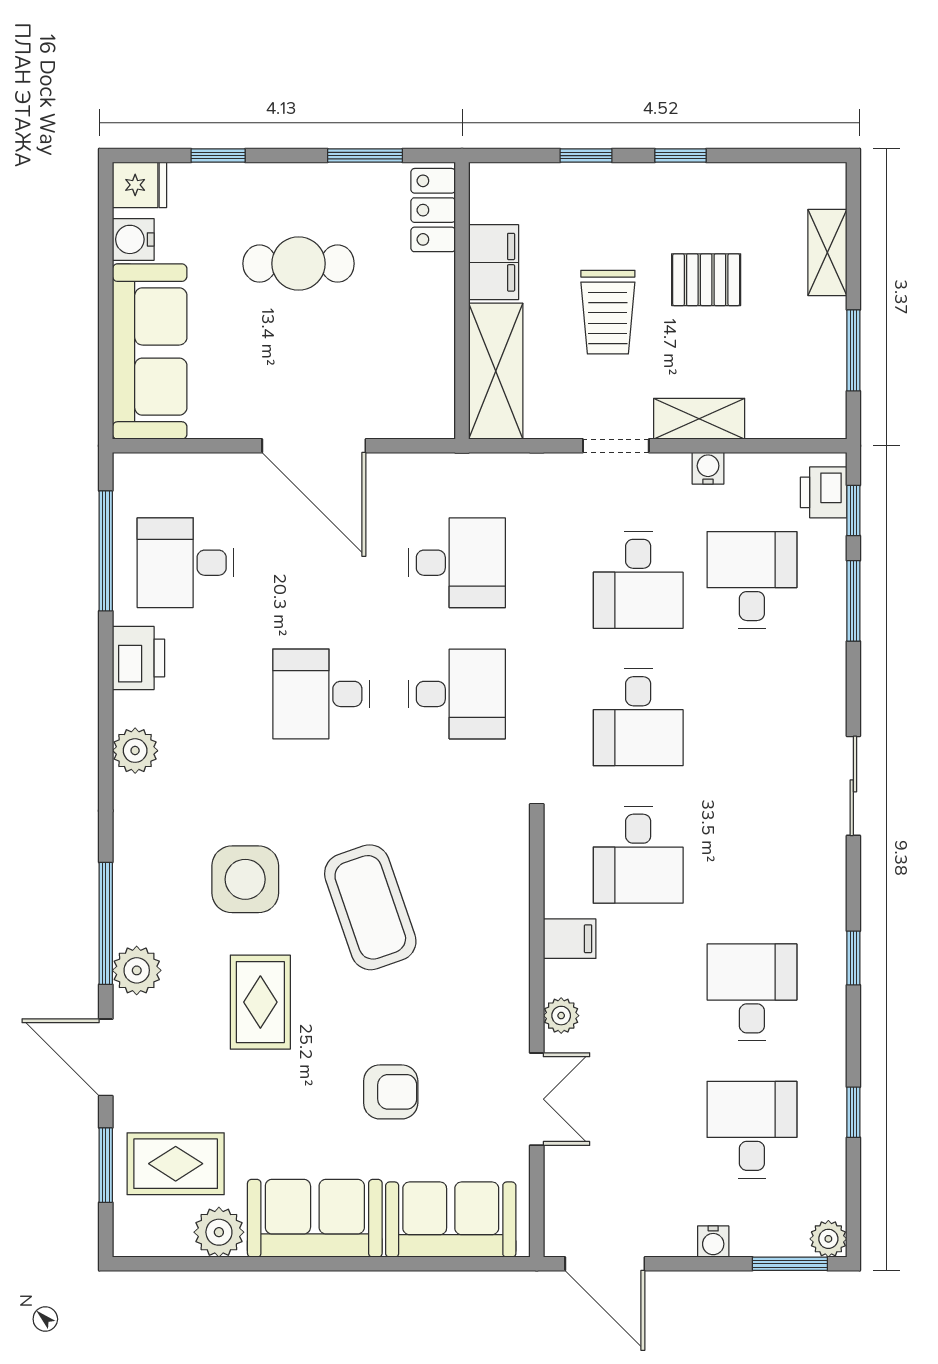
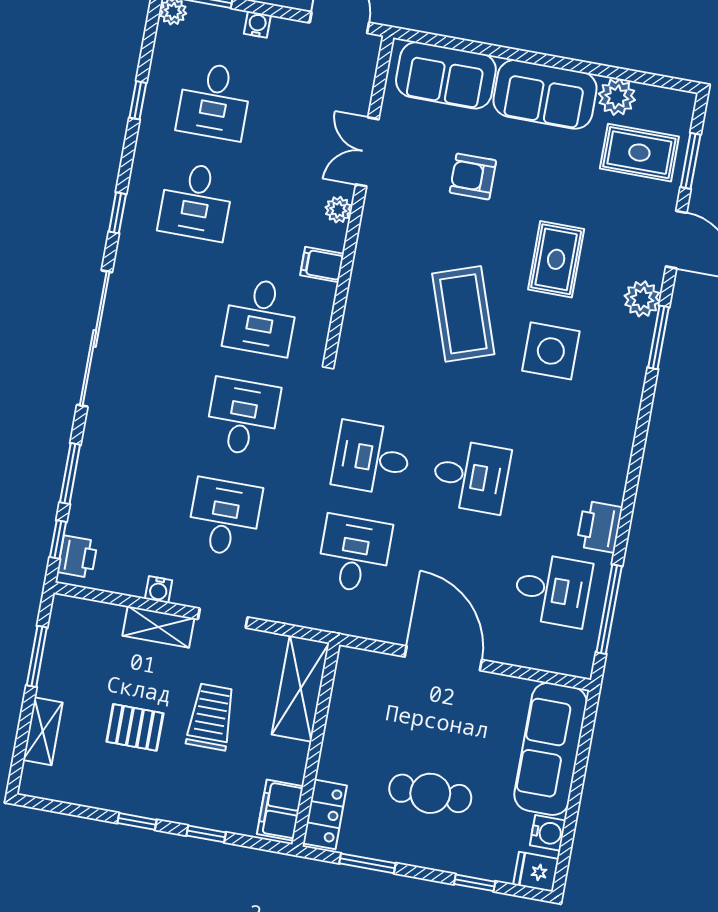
filing cabinet: (494, 262) -> (280, 810), moved
desk: (457, 563) -> (354, 554), turned 90
desk: (752, 580) -> (141, 502), removed
plant: (135, 751) -> (614, 460), removed
sliding door: (853, 786) -> (95, 339), width x1.86
desk: (638, 855) -> (261, 317), turned 180
window: (106, 923) -> (658, 337), width x0.69

